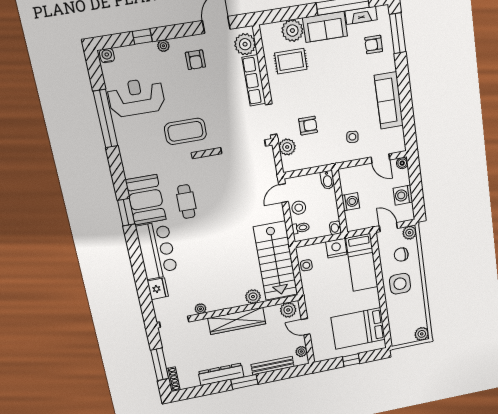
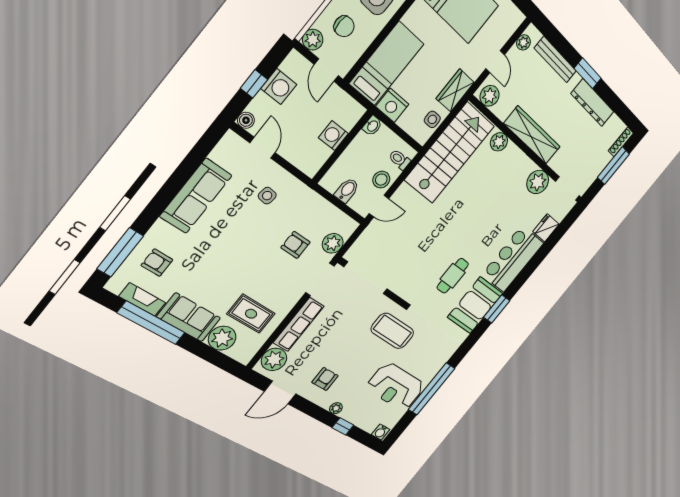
armchair: (374, 45) -> (157, 263), turned 180
bidet: (327, 180) -> (347, 190), moved
window: (416, 184) -> (254, 84), added
wardrobe: (311, 291) -> (455, 90), added
plant: (200, 309) -> (538, 182), width x1.87, depth x1.87

